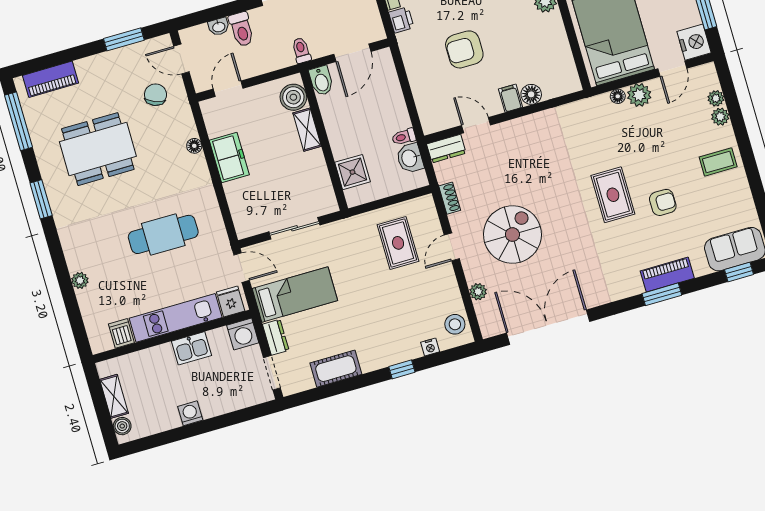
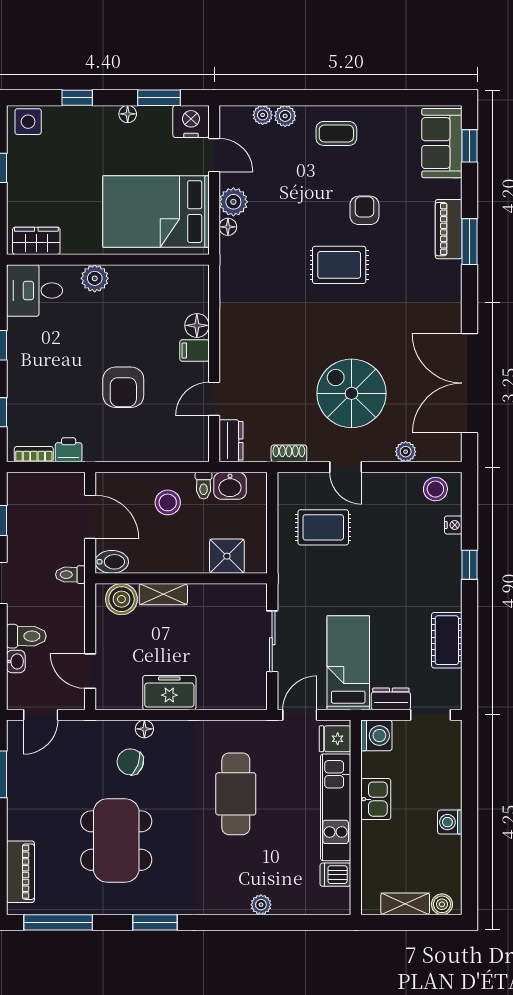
chair: (155, 95) -> (130, 762), moved
stool: (382, 112) -> (168, 502), added
coffee table: (718, 162) -> (336, 133), turned 90

